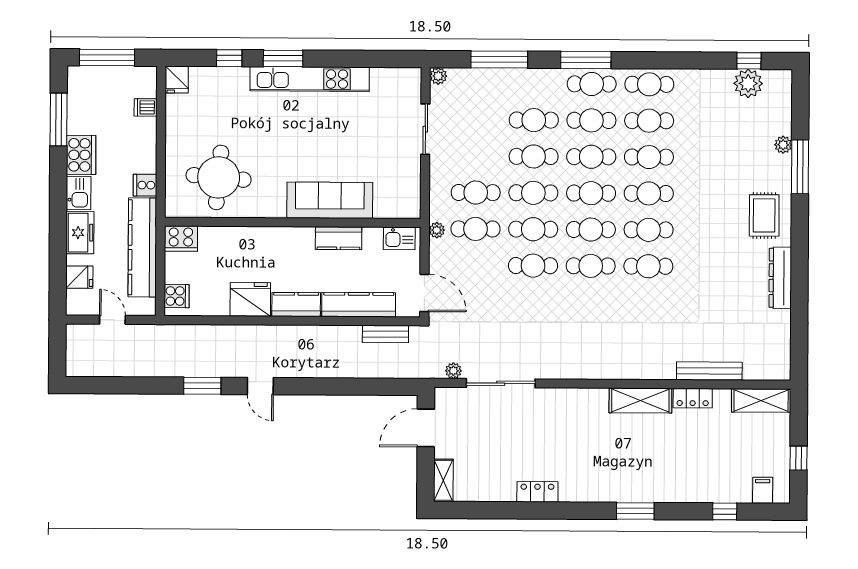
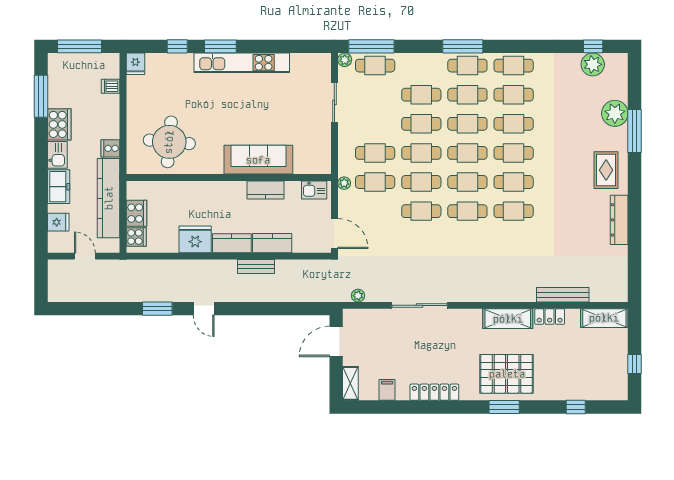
window: (499, 59) -> (371, 46), moved
cafe table: (476, 83) -> (375, 66), added
plant: (783, 145) -> (615, 113), width x1.88, depth x1.88
cooker: (181, 239) -> (136, 213), moved, turned -90
kitchen counter: (359, 305) -> (272, 243), width x0.67
bench: (385, 334) -> (256, 267), moved
sliding door: (501, 383) -> (420, 305), moved
pallet: (638, 469) -> (507, 374), added
filing cabinet: (763, 490) -> (387, 390), moved
locker: (537, 492) -> (434, 392), width x1.53

